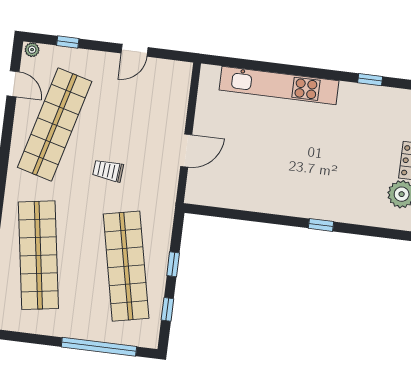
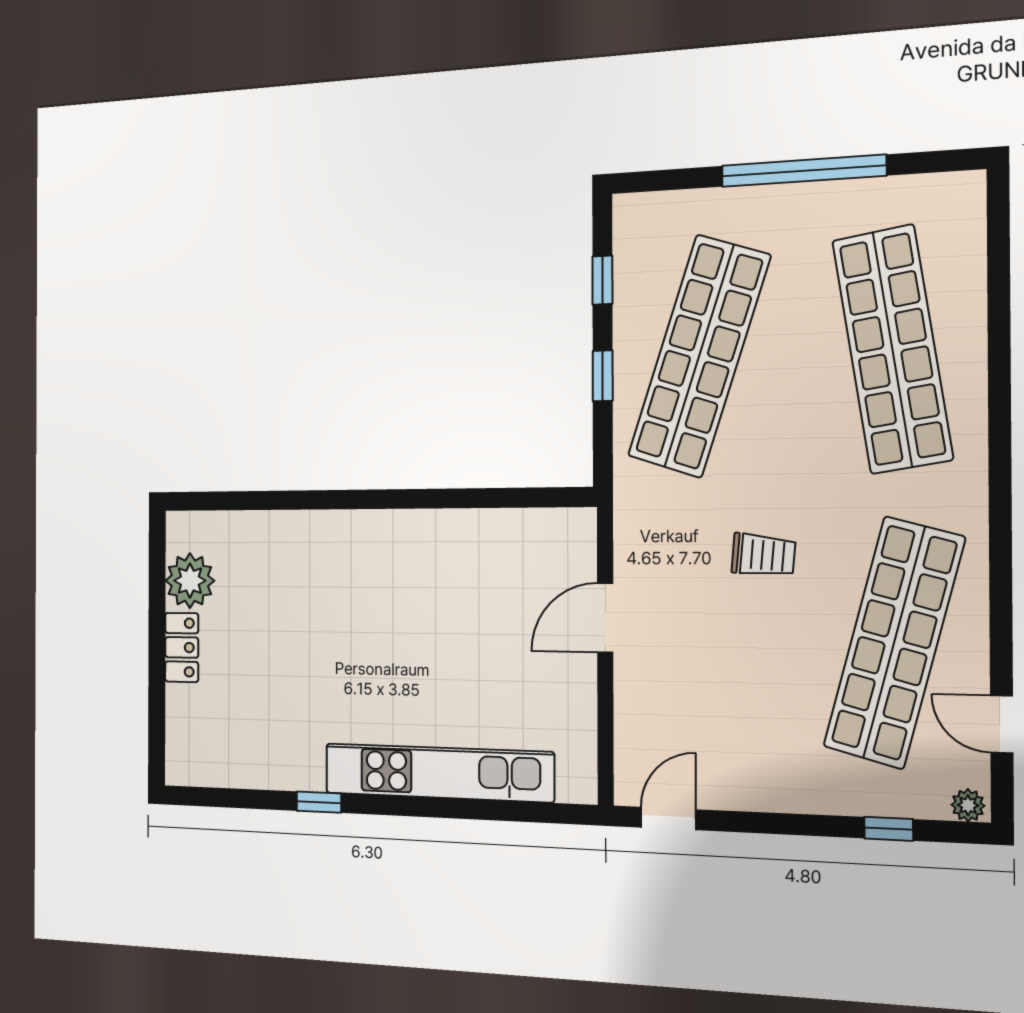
door: (135, 50) -> (668, 818), moved
window: (370, 80) -> (319, 802), moved
window: (321, 225) -> (327, 500), removed
shop shelf: (126, 266) -> (699, 356), turned 30
window: (99, 347) -> (803, 171), moved

